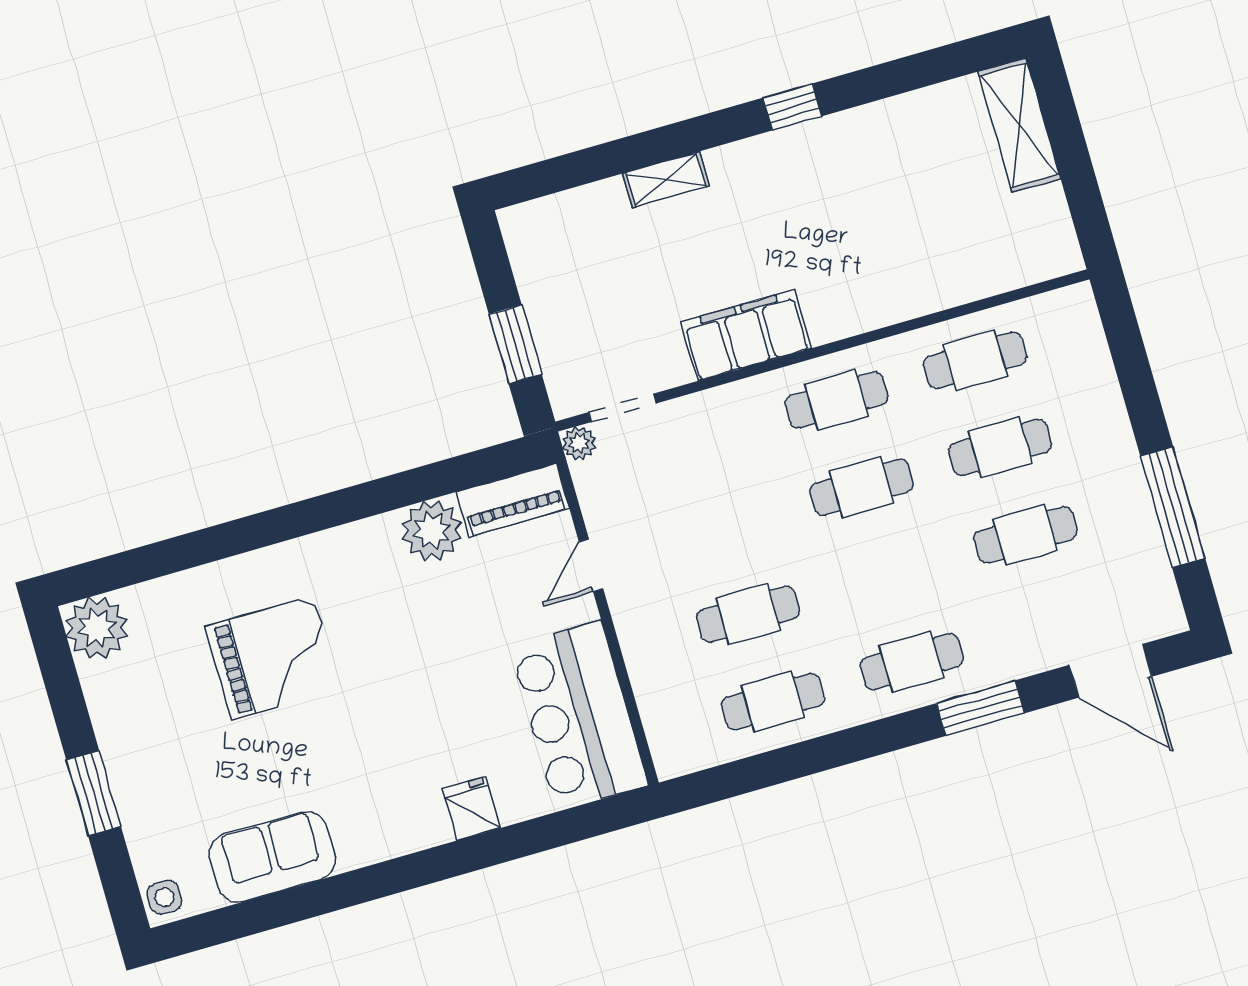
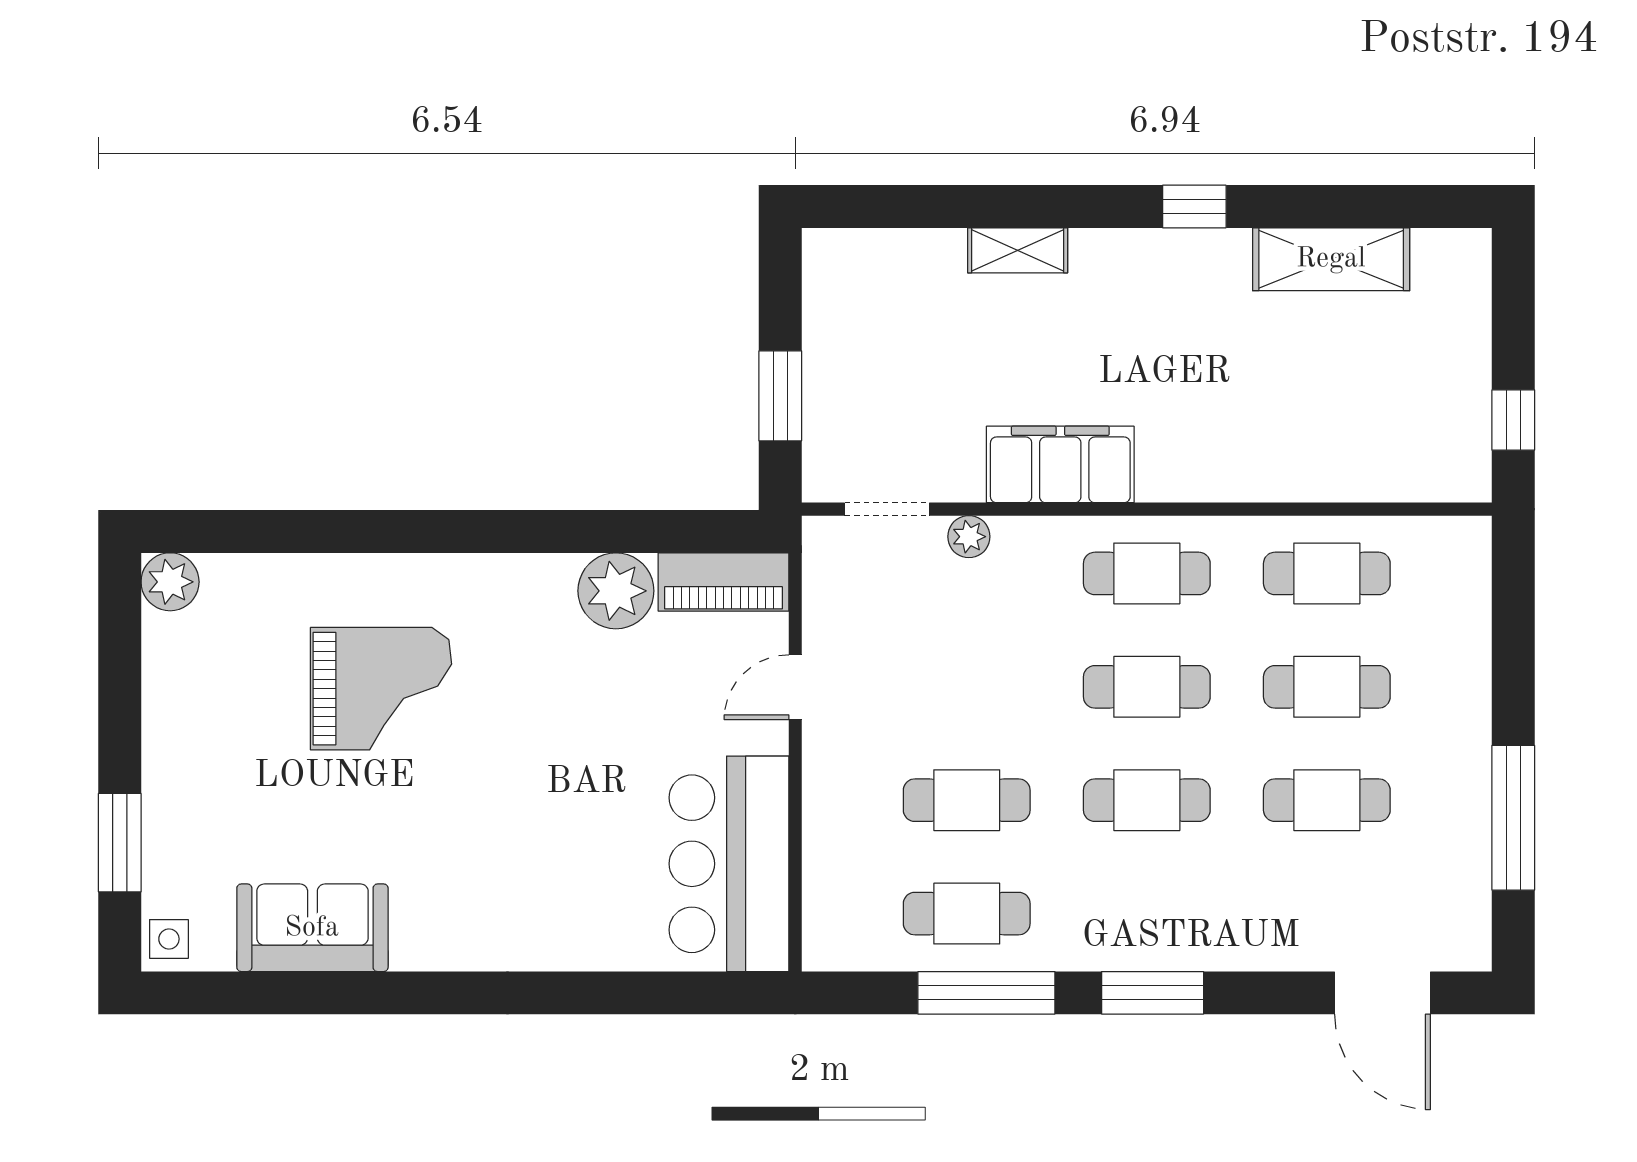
shelving: (1019, 125) -> (1331, 259), moved, turned 90
window: (1085, 201) -> (1513, 420), added
plant: (579, 443) -> (969, 537), moved
plant: (97, 628) -> (170, 582), width x0.73, depth x0.73
cafe table: (912, 662) -> (1147, 800), moved
window: (980, 708) -> (1153, 993), moved
window: (806, 758) -> (986, 993), added
window: (94, 793) -> (120, 843), moved
fridge: (471, 808) -> (568, 938), removed

